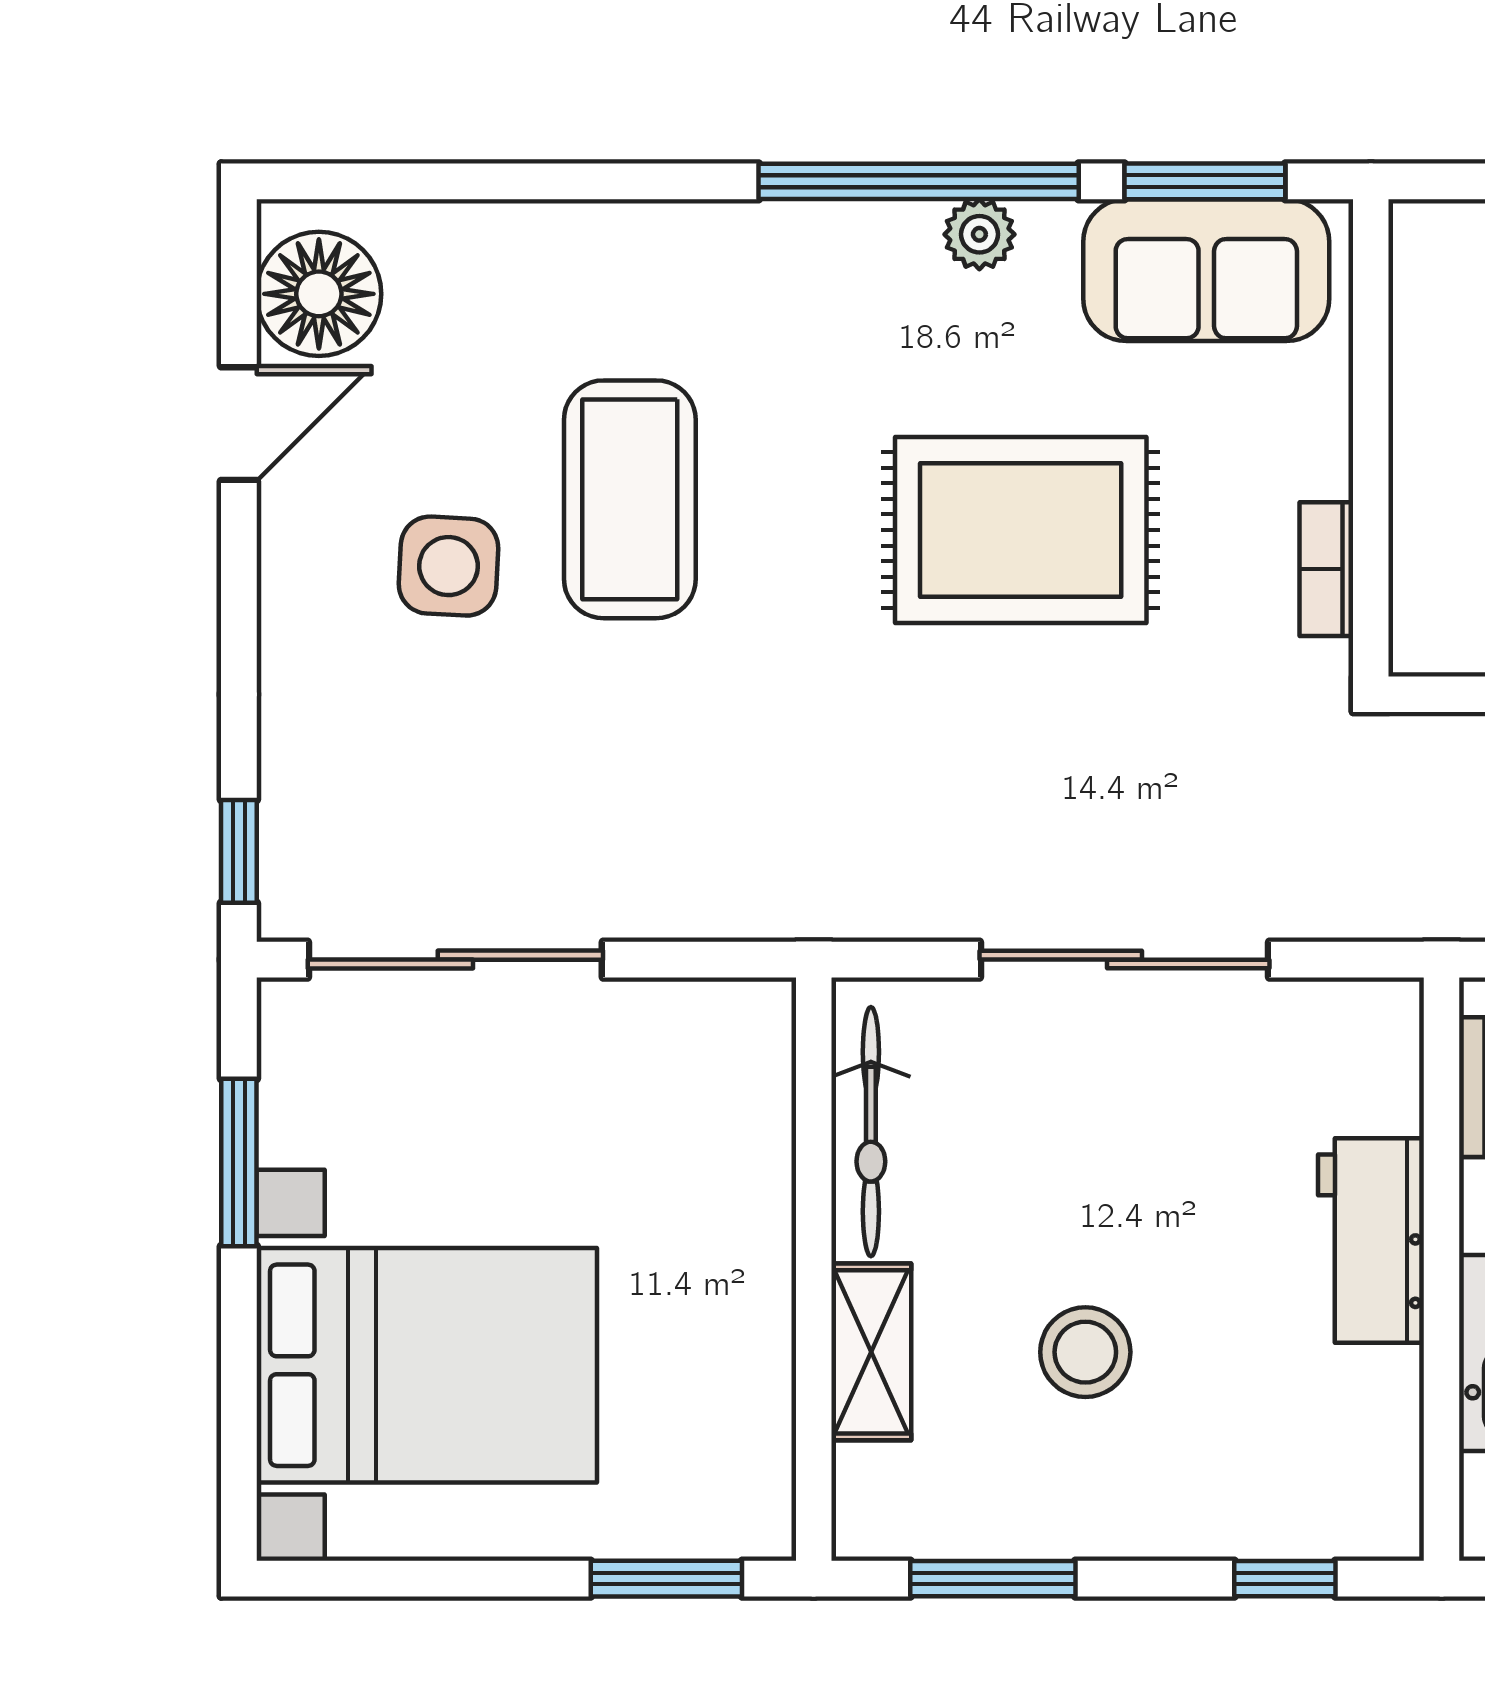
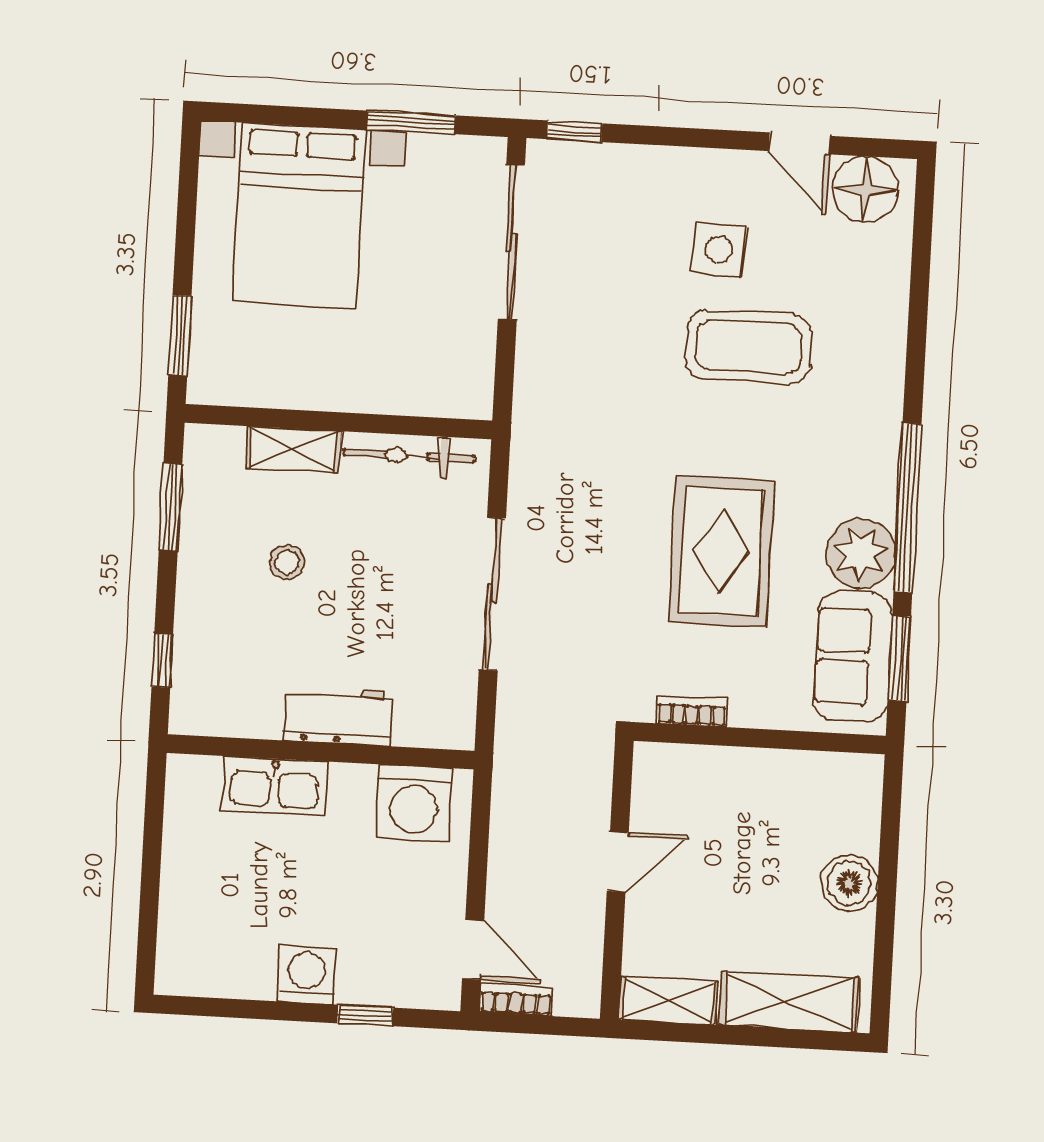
plant: (979, 234) -> (861, 554), width x1.88, depth x1.88
stool: (1085, 1352) -> (287, 562), width x0.73, depth x0.73

